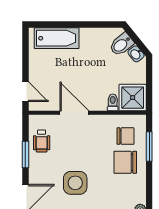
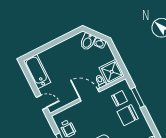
bathtub: (57, 38) -> (37, 72), moved, turned -90
door: (74, 113) -> (89, 95), moved

